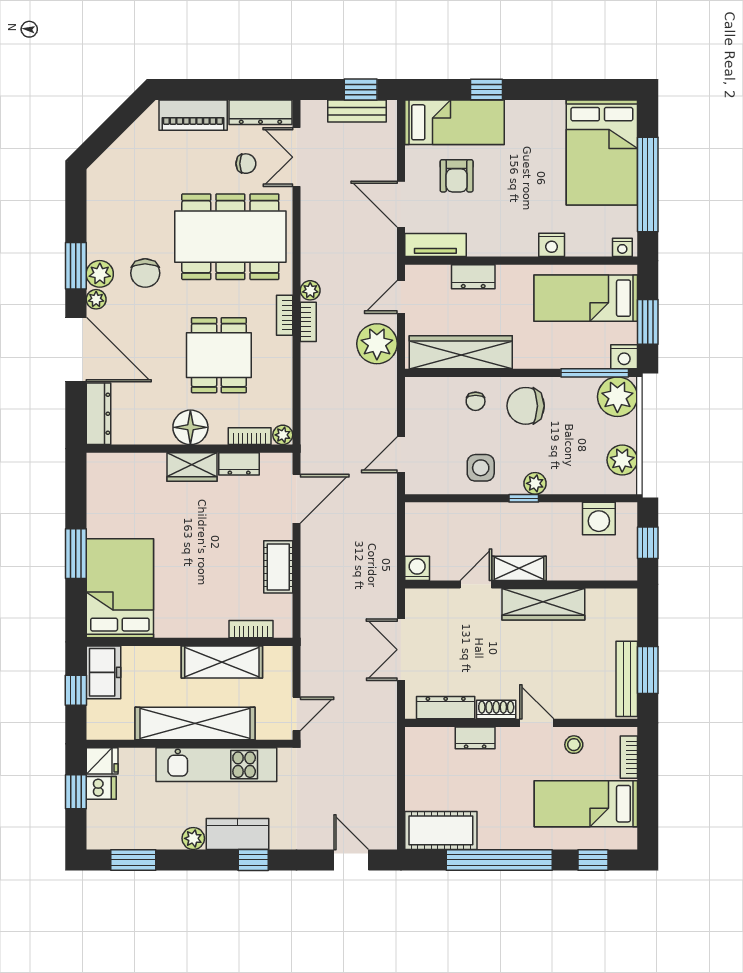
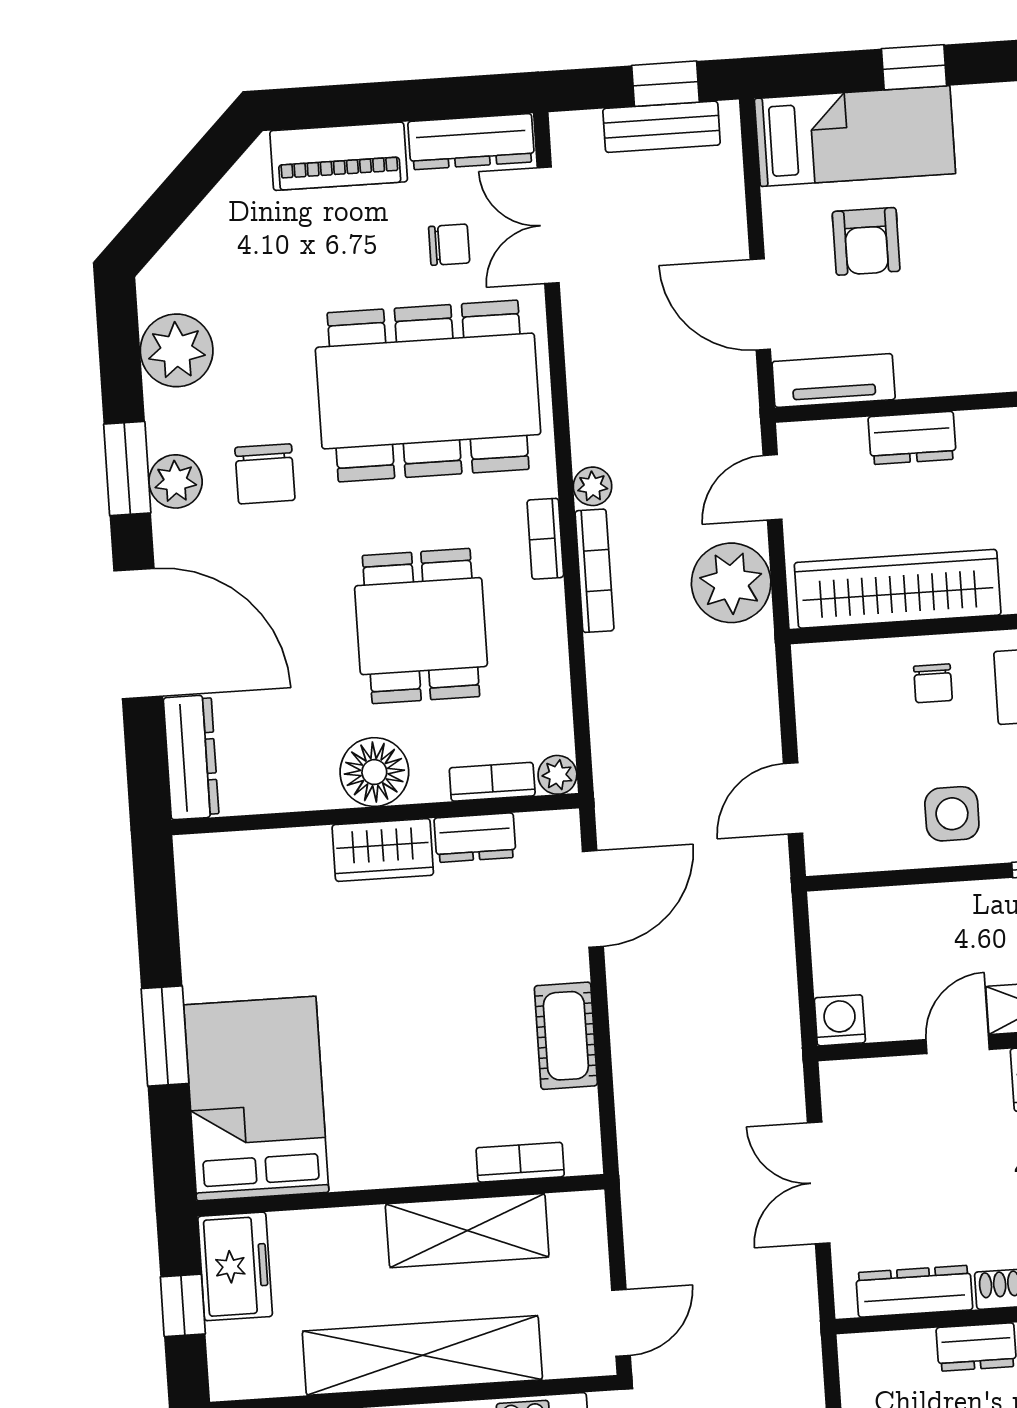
plant: (96, 299) -> (177, 350), moved, width x1.87, depth x1.87
bookcase: (308, 322) -> (594, 571), width x1.56

